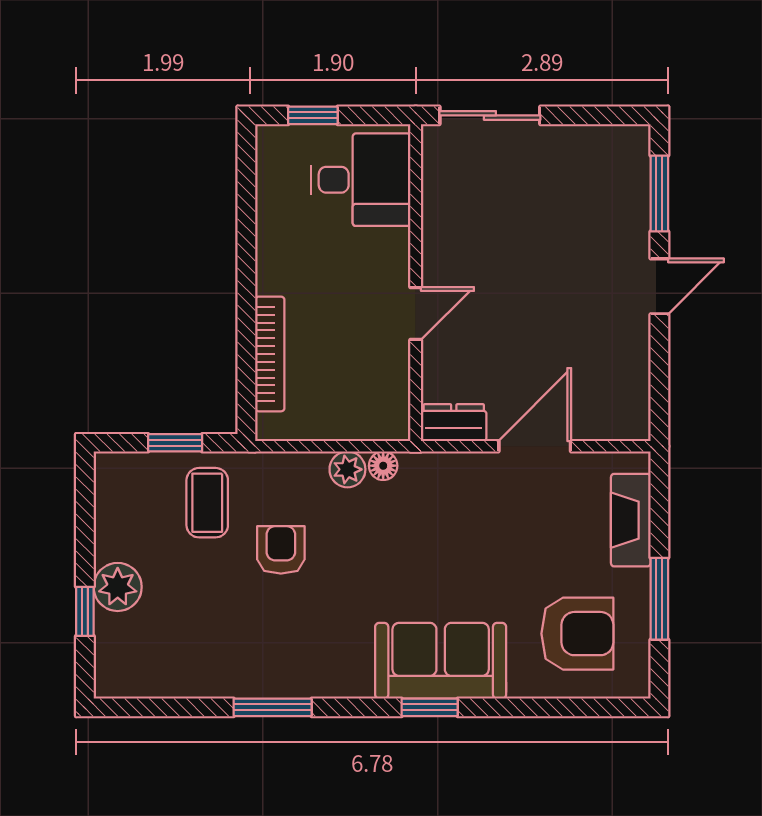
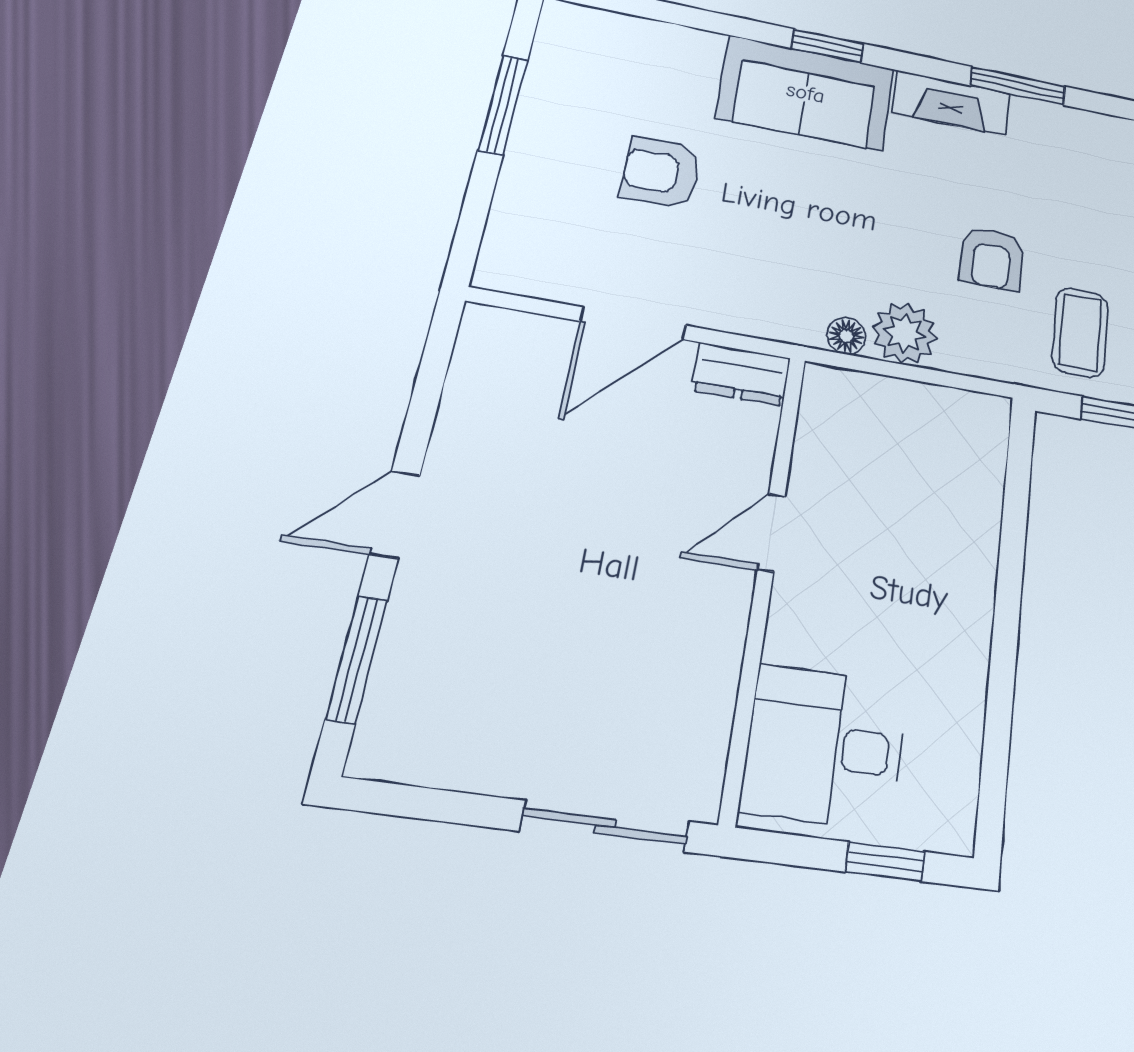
bookcase: (270, 354) -> (983, 509), removed
plant: (347, 469) -> (905, 333), width x1.38, depth x1.38
fireplace: (631, 520) -> (951, 103), moved, turned 90
armchair: (577, 634) -> (661, 173), moved, width x0.72, depth x0.72

